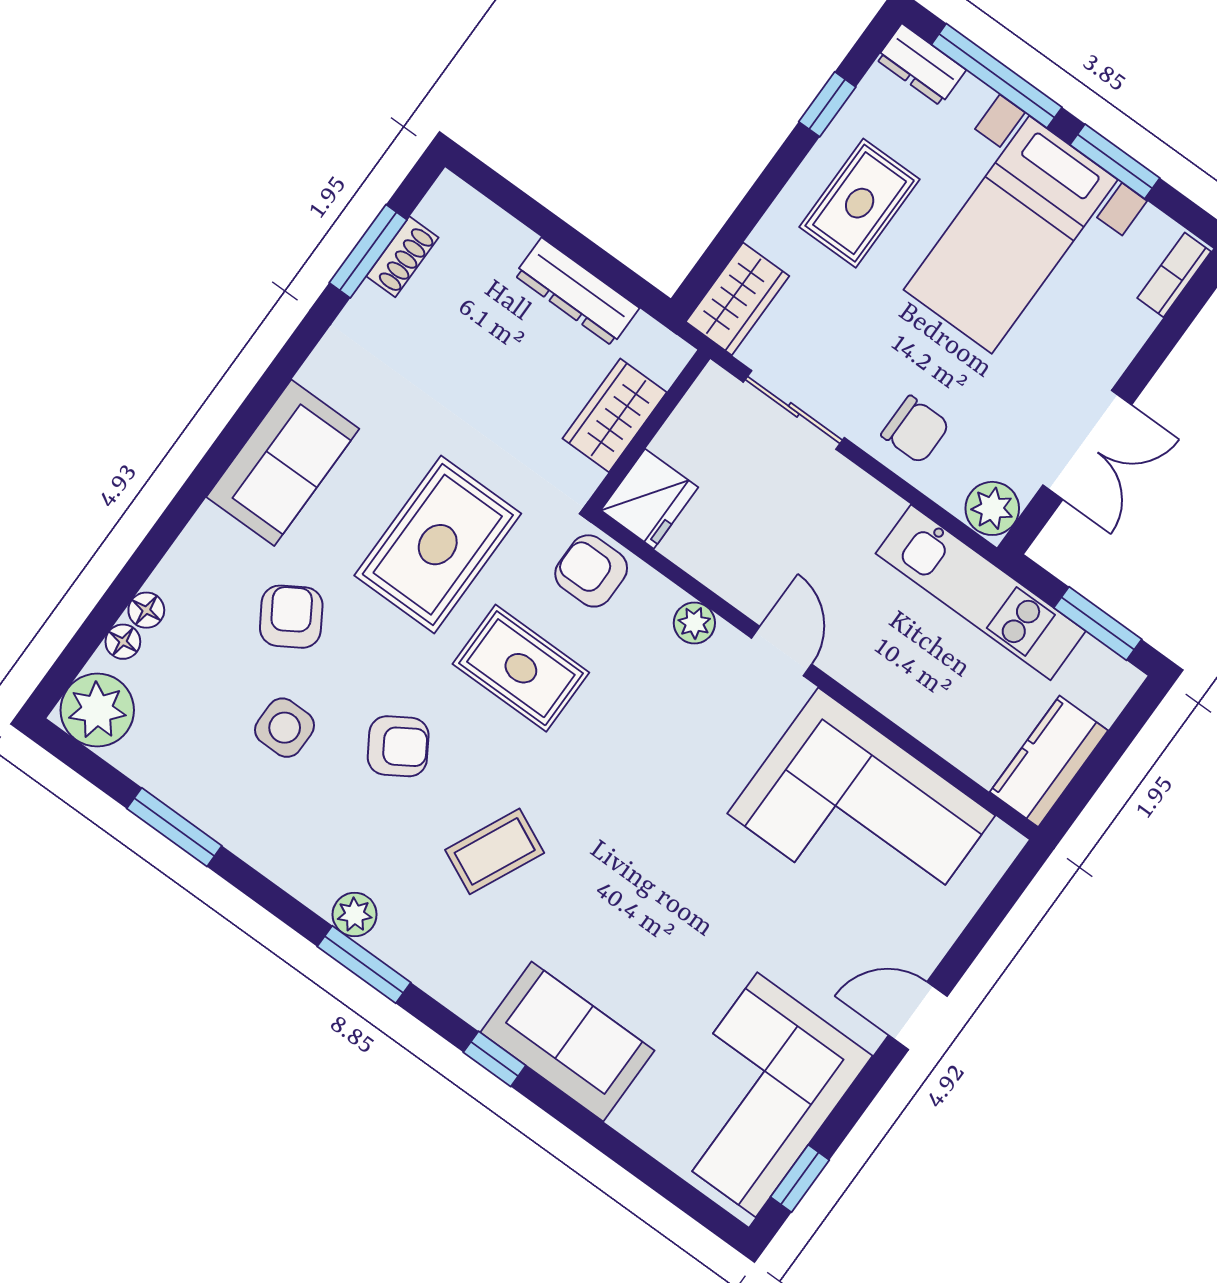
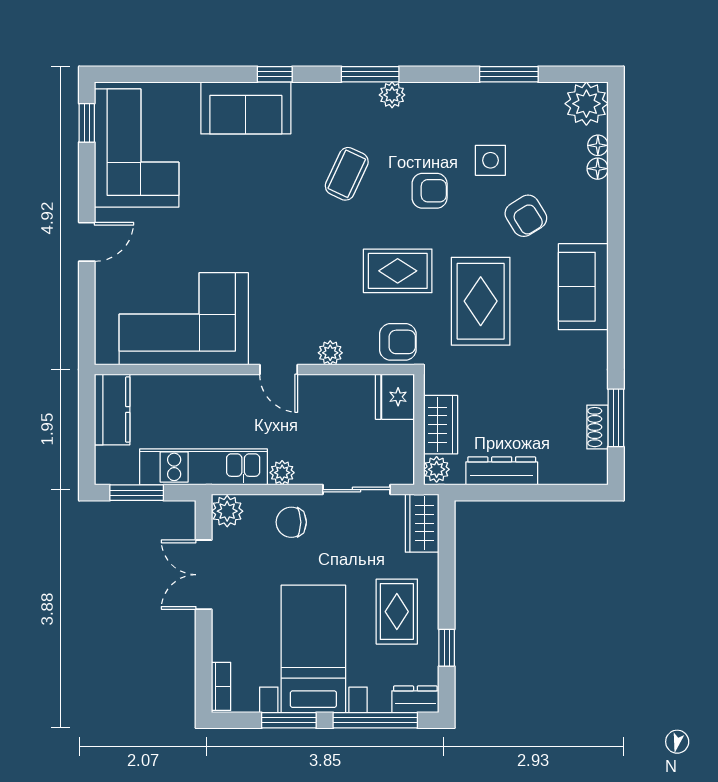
plant: (664, 358) -> (437, 469), added
plant: (879, 507) -> (282, 473), added
armchair: (398, 746) -> (430, 191), turned -148

